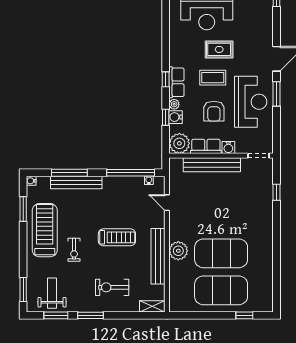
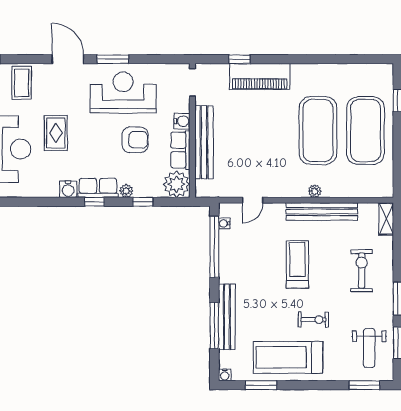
coffee table: (213, 78) -> (22, 83), moved
water cooler: (176, 117) -> (68, 189), moved
piano: (263, 208) -> (260, 77), added
plant: (178, 251) -> (315, 191), width x0.53, depth x0.53
exercise bike: (112, 287) -> (362, 271), turned 180
weight bench: (52, 293) -> (369, 348), turned -90

